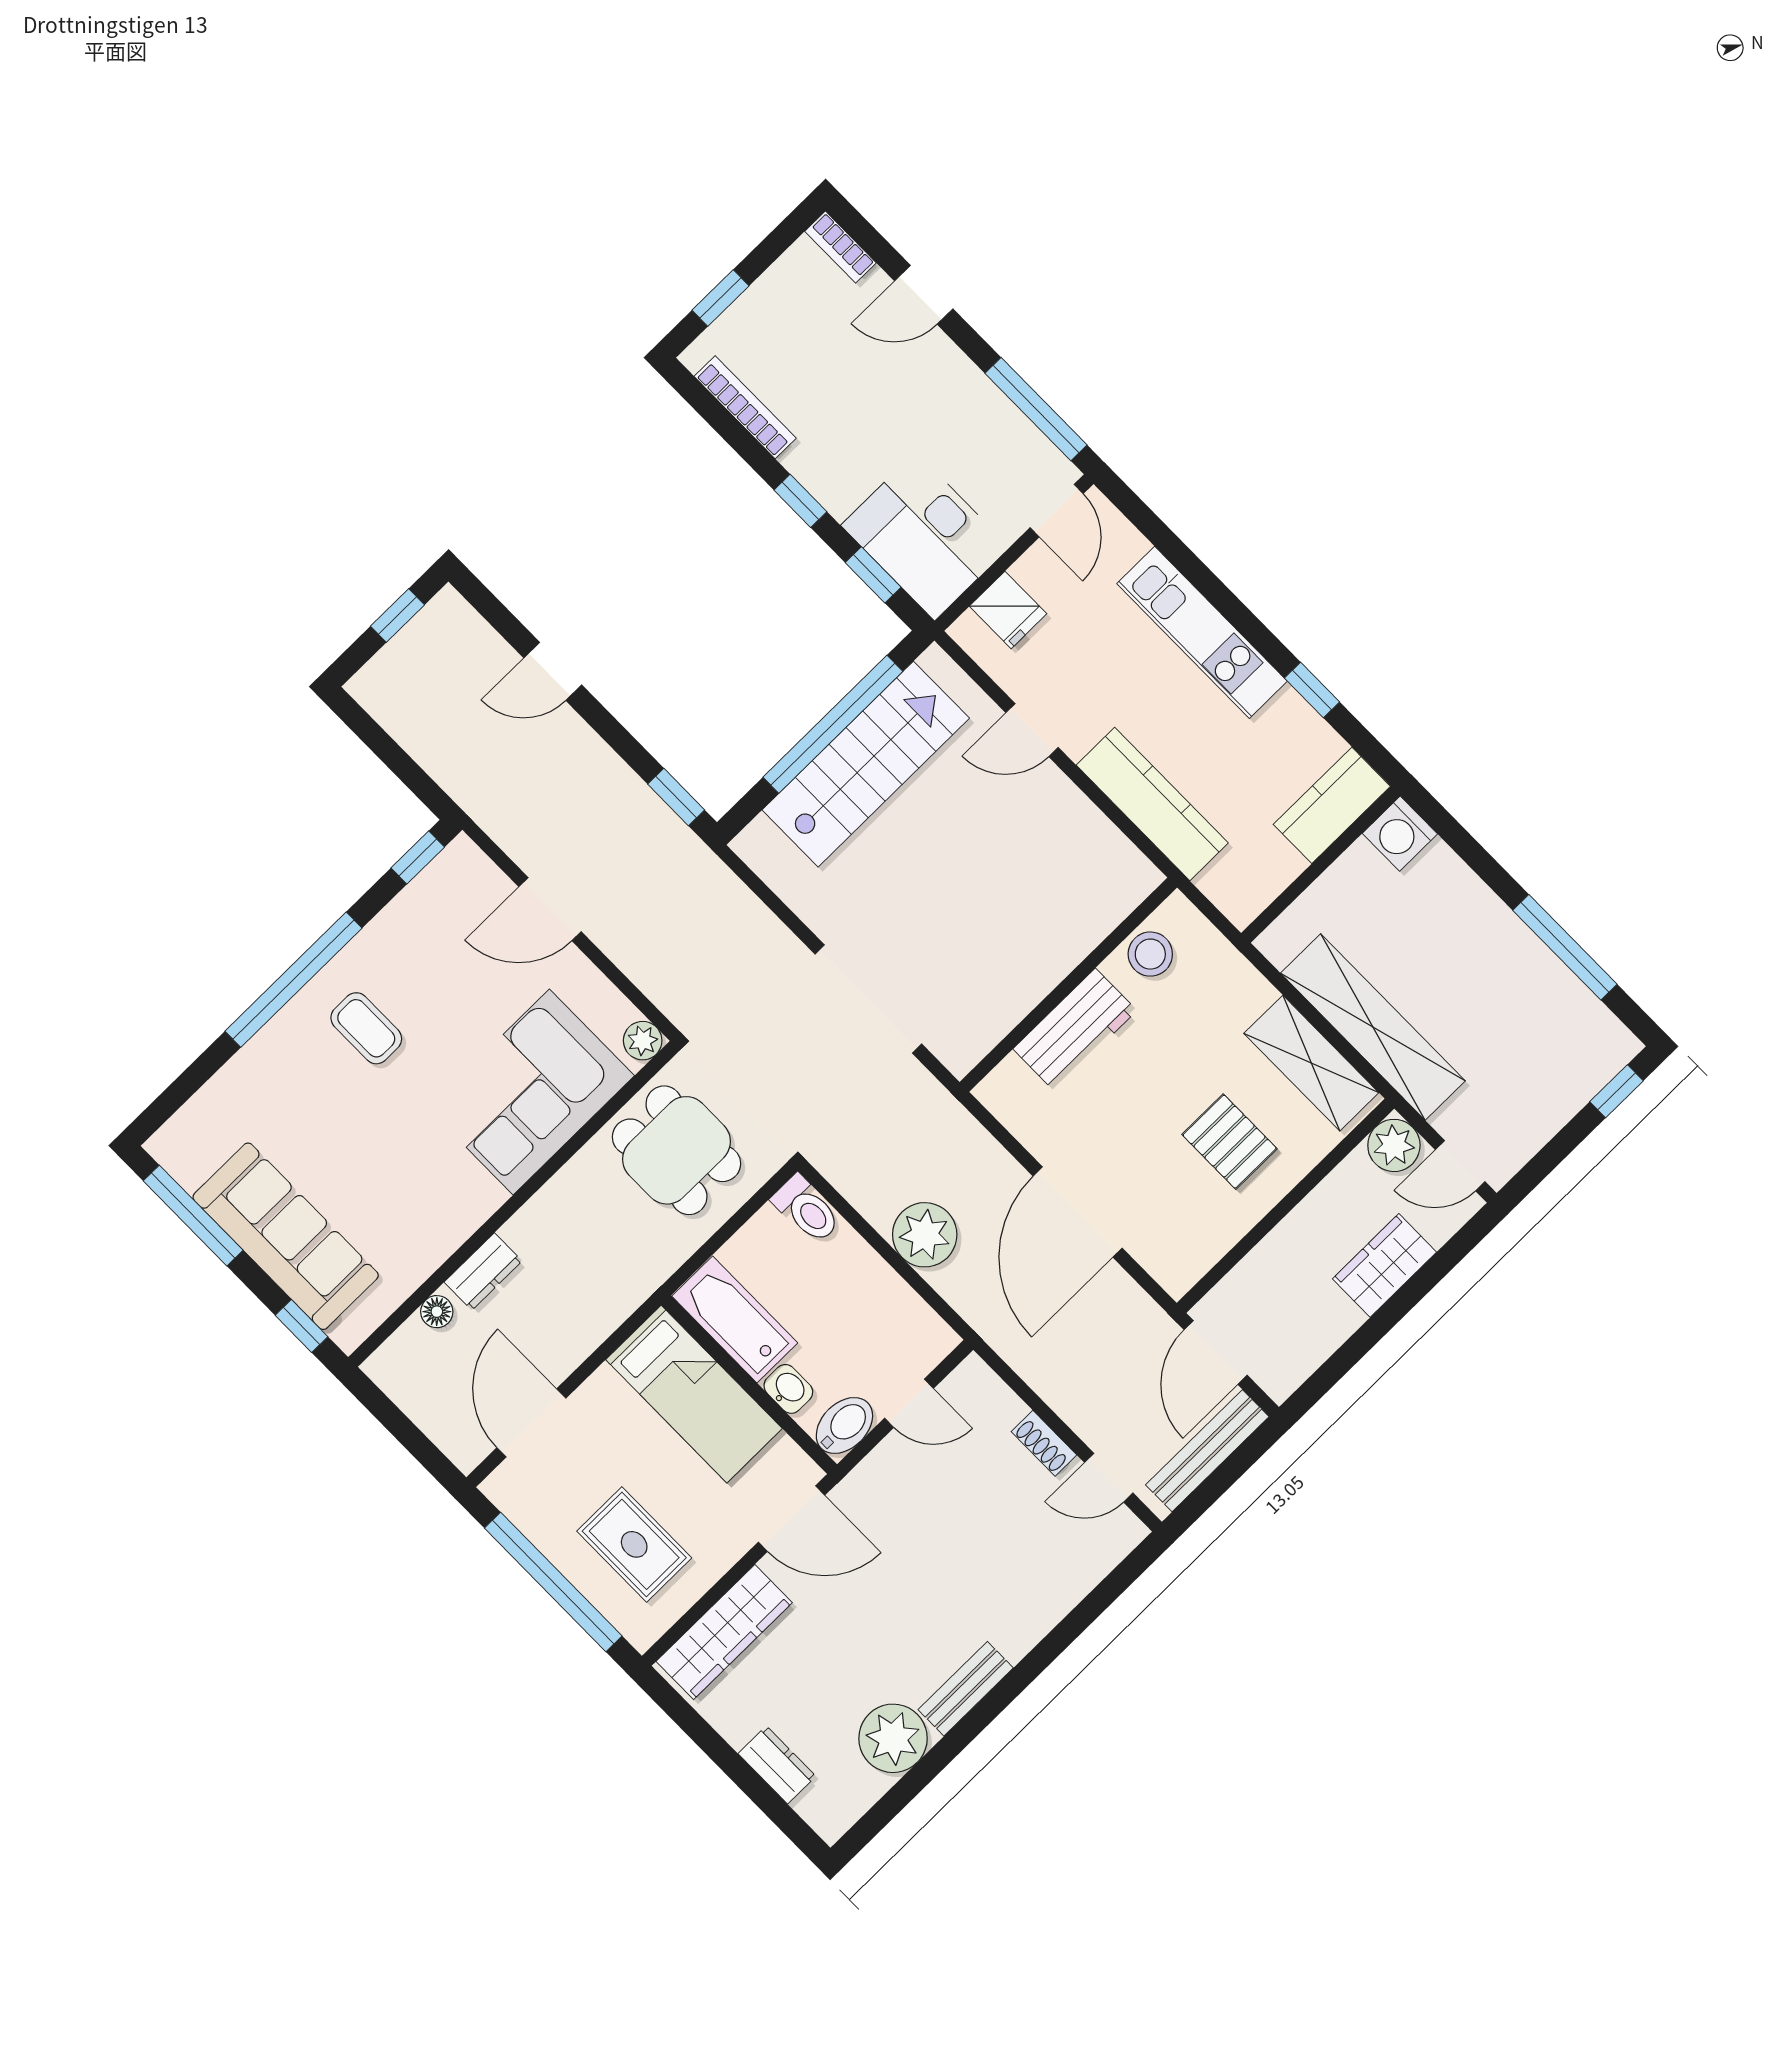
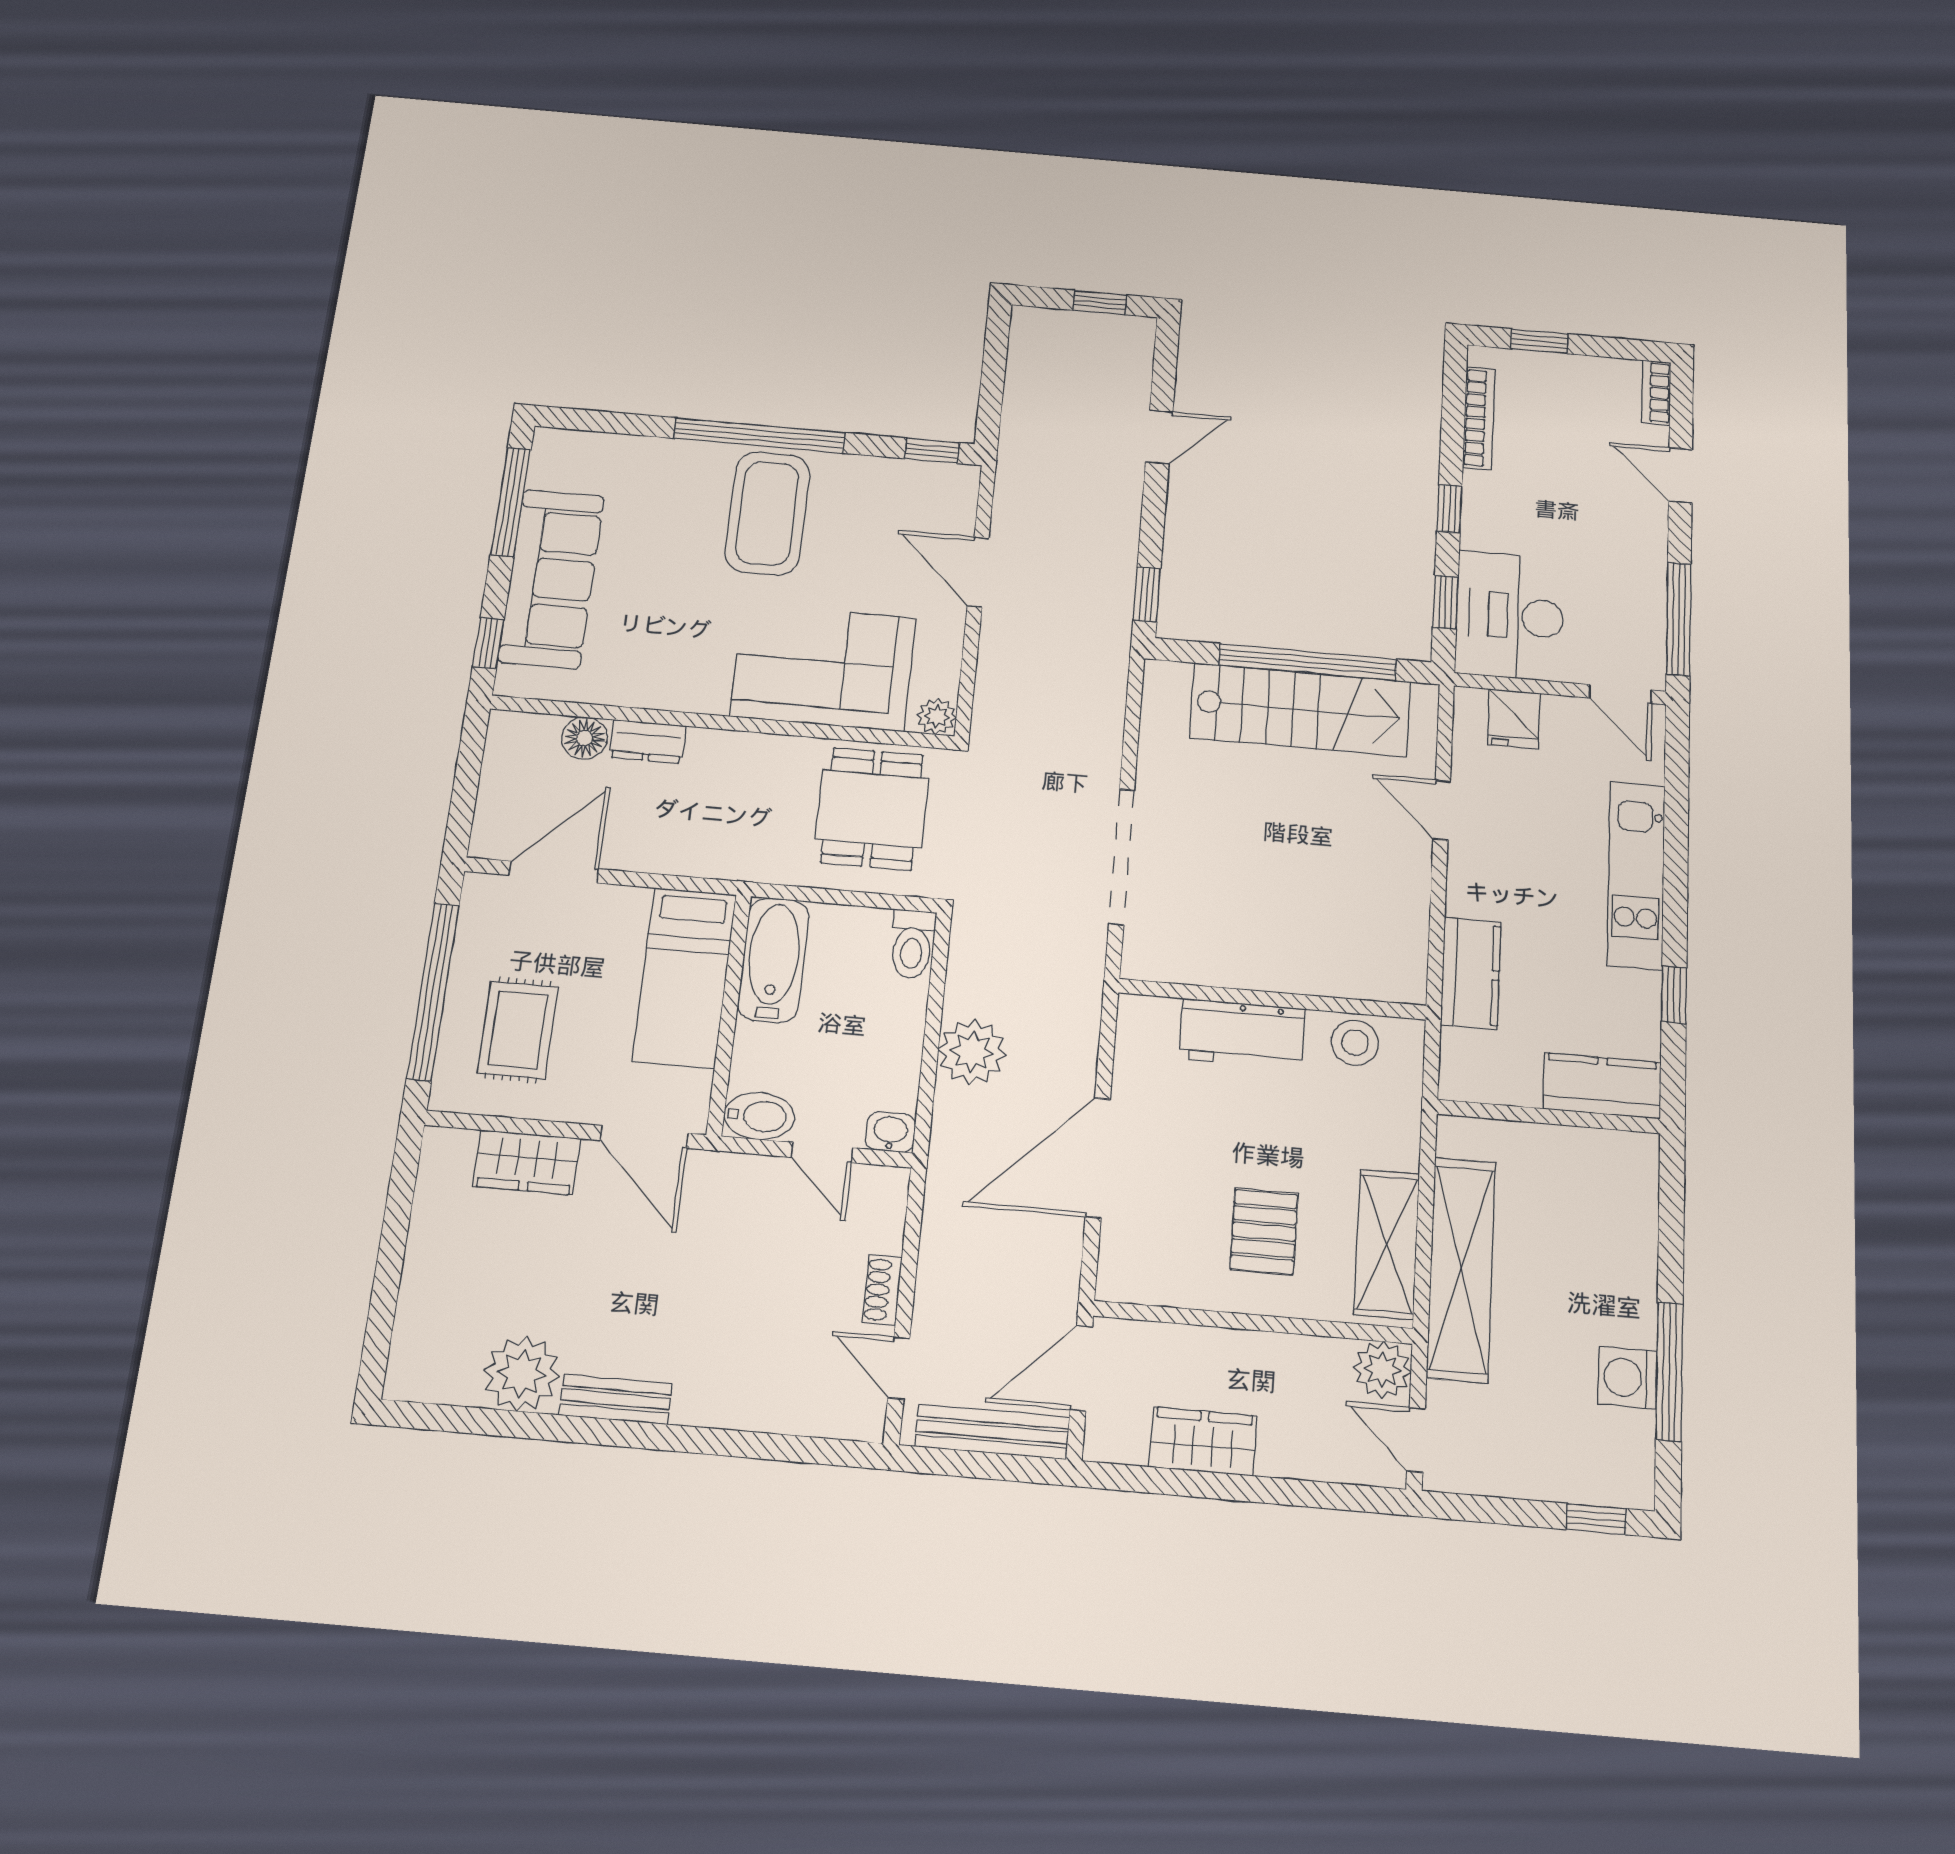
door: (1057, 511) -> (1620, 694), hinge flipped
door: (553, 671) -> (1159, 437), swing flipped
kitchen counter: (1152, 804) -> (1471, 973), width x0.67
washing machine: (1400, 834) -> (1628, 1378), moved
coffee table: (366, 1028) -> (767, 513), width x1.86, depth x1.72
wardrobe: (1384, 1265) -> (1203, 1441), moved
floor lamp: (437, 1312) -> (585, 738), width x1.37, depth x1.37
washbasin: (788, 1389) -> (890, 1132), moved, turned -90
wardrobe: (724, 1632) -> (527, 1162), width x0.67
dresser: (777, 1765) -> (420, 1295), removed

